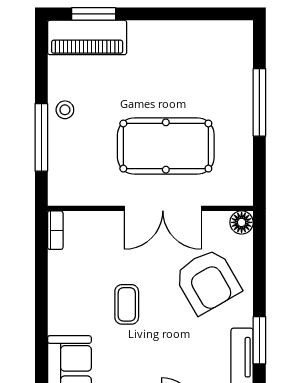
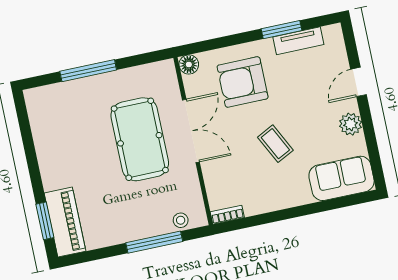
stool: (65, 110) -> (181, 220), moved
armchair: (208, 281) -> (243, 82), turned -150
coffee table: (127, 304) -> (275, 144), turned 63

